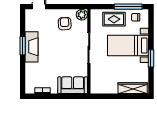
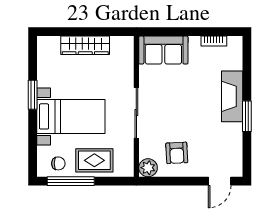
fireplace: (32, 47) -> (232, 96), moved
wardrobe: (133, 88) -> (85, 45), moved

